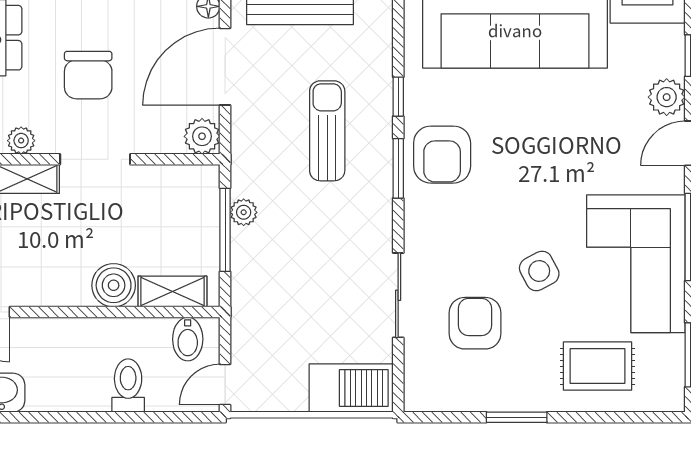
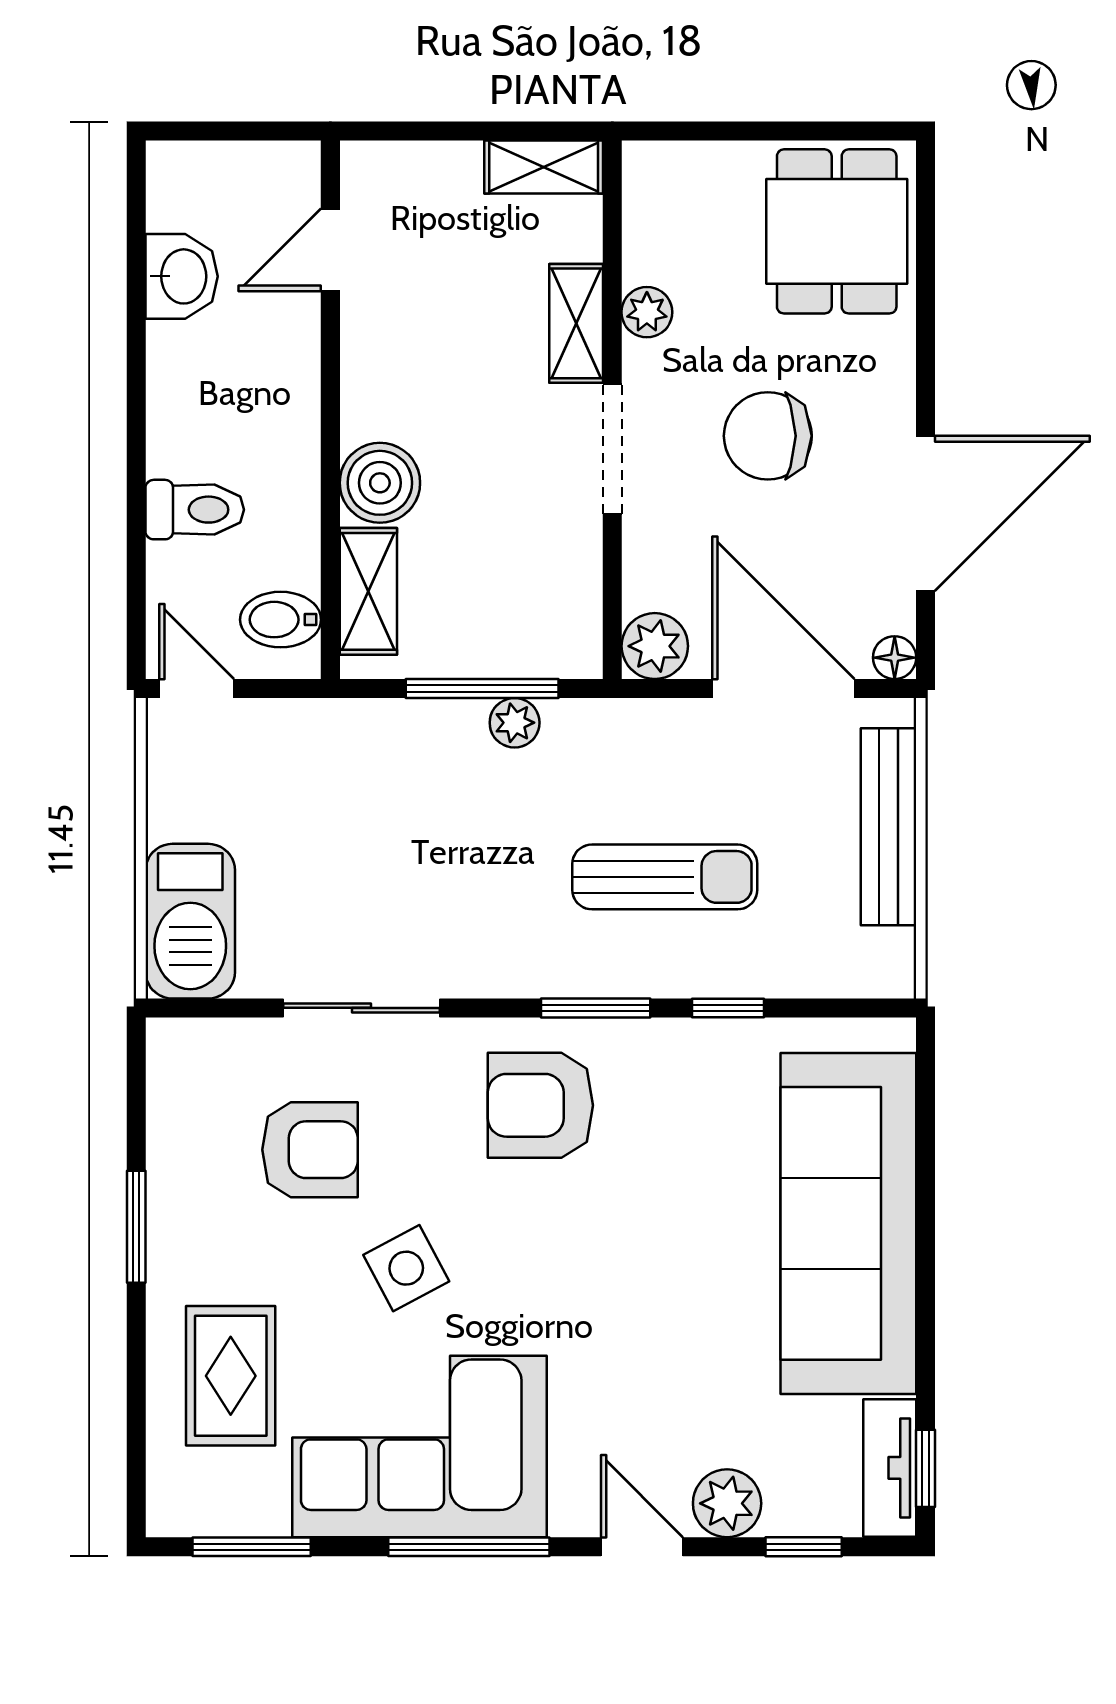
armchair: (442, 155) -> (540, 1105), moved

